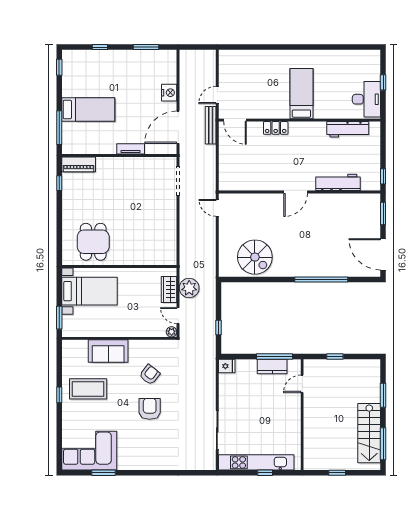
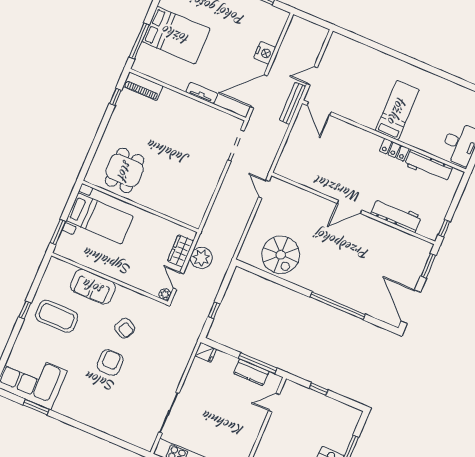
bed: (88, 109) -> (176, 35), width x1.50
locker: (276, 128) -> (394, 150), moved
armchair: (150, 375) -> (125, 328), turned 80

